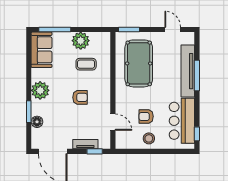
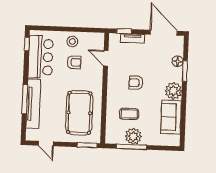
window: (55, 30) -> (132, 147), moved
sofa: (42, 50) -> (171, 117), moved

